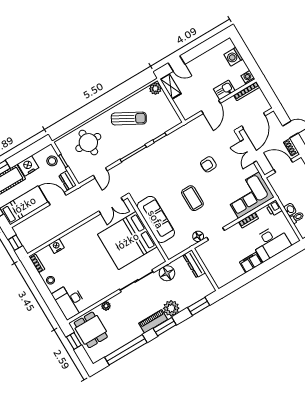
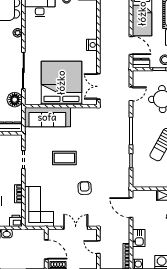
door: (211, 107) -> (131, 208), moved
door: (254, 121) -> (98, 247), width x0.53
door: (283, 166) -> (46, 249), hinge flipped
door: (100, 173) -> (131, 94), swing flipped
door: (57, 199) -> (131, 45), hinge flipped
sofa: (156, 219) -> (47, 117), moved
floor lamp: (198, 236) -> (30, 144), removed
nightstand: (57, 246) -> (92, 45), moved

